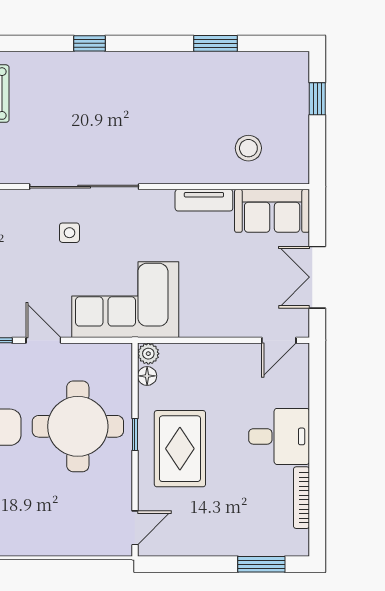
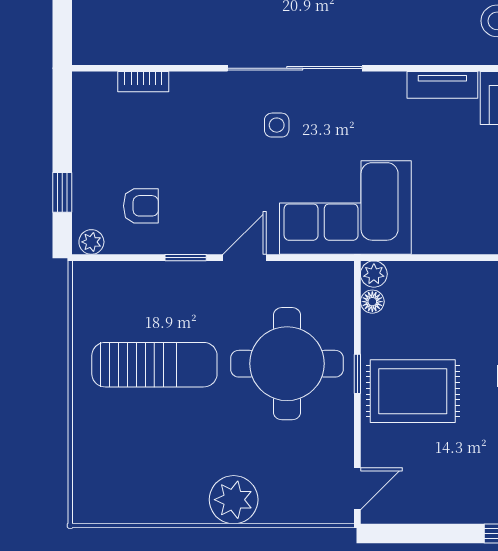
door: (43, 340) -> (244, 258), hinge flipped
rug: (180, 449) -> (413, 391), turned 90
plant: (35, 537) -> (234, 500), added

